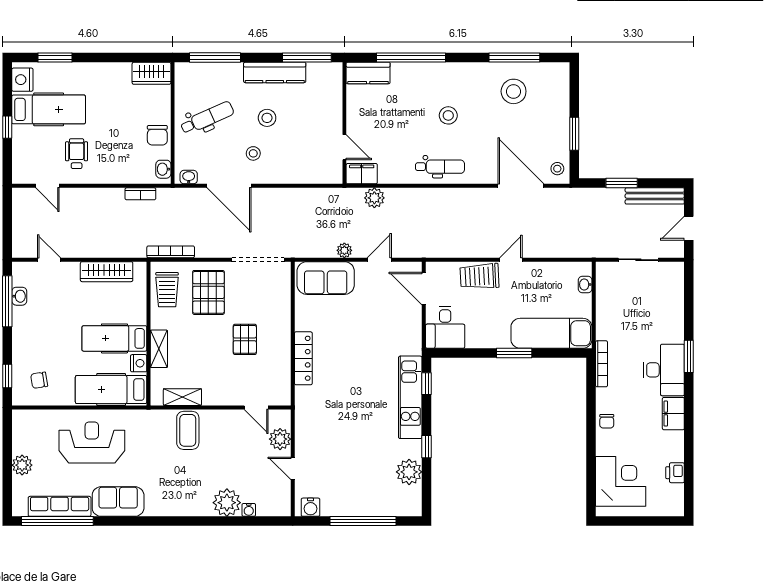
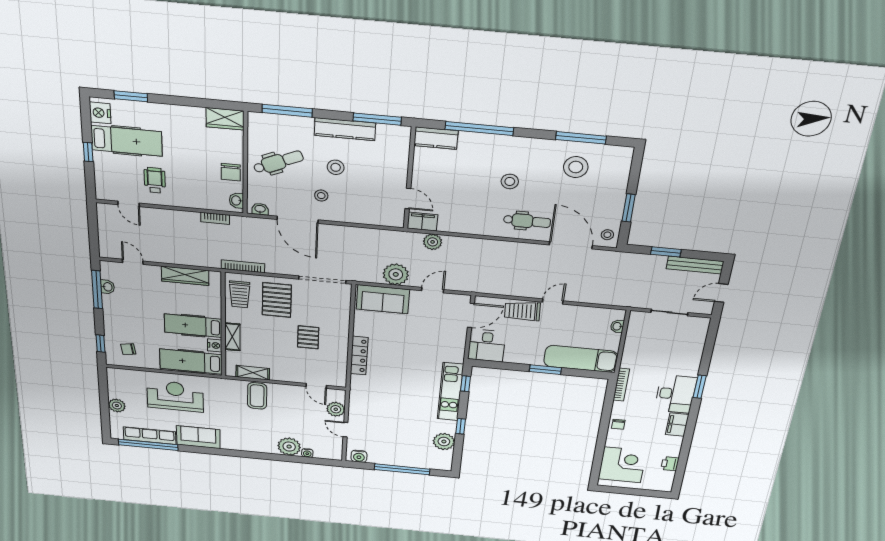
dental chair: (440, 167) -> (527, 221), moved
plant: (344, 250) -> (396, 274), width x1.87, depth x1.87
door: (424, 289) -> (471, 315), swing flipped

